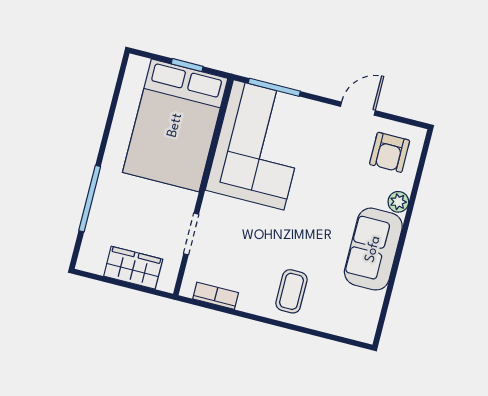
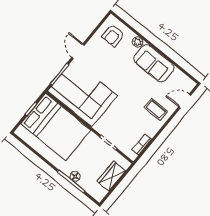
door: (358, 109) -> (78, 51), moved
armchair: (390, 152) -> (113, 35), turned 90
floor lamp: (102, 202) -> (75, 176), added
door: (331, 337) -> (185, 101), added

